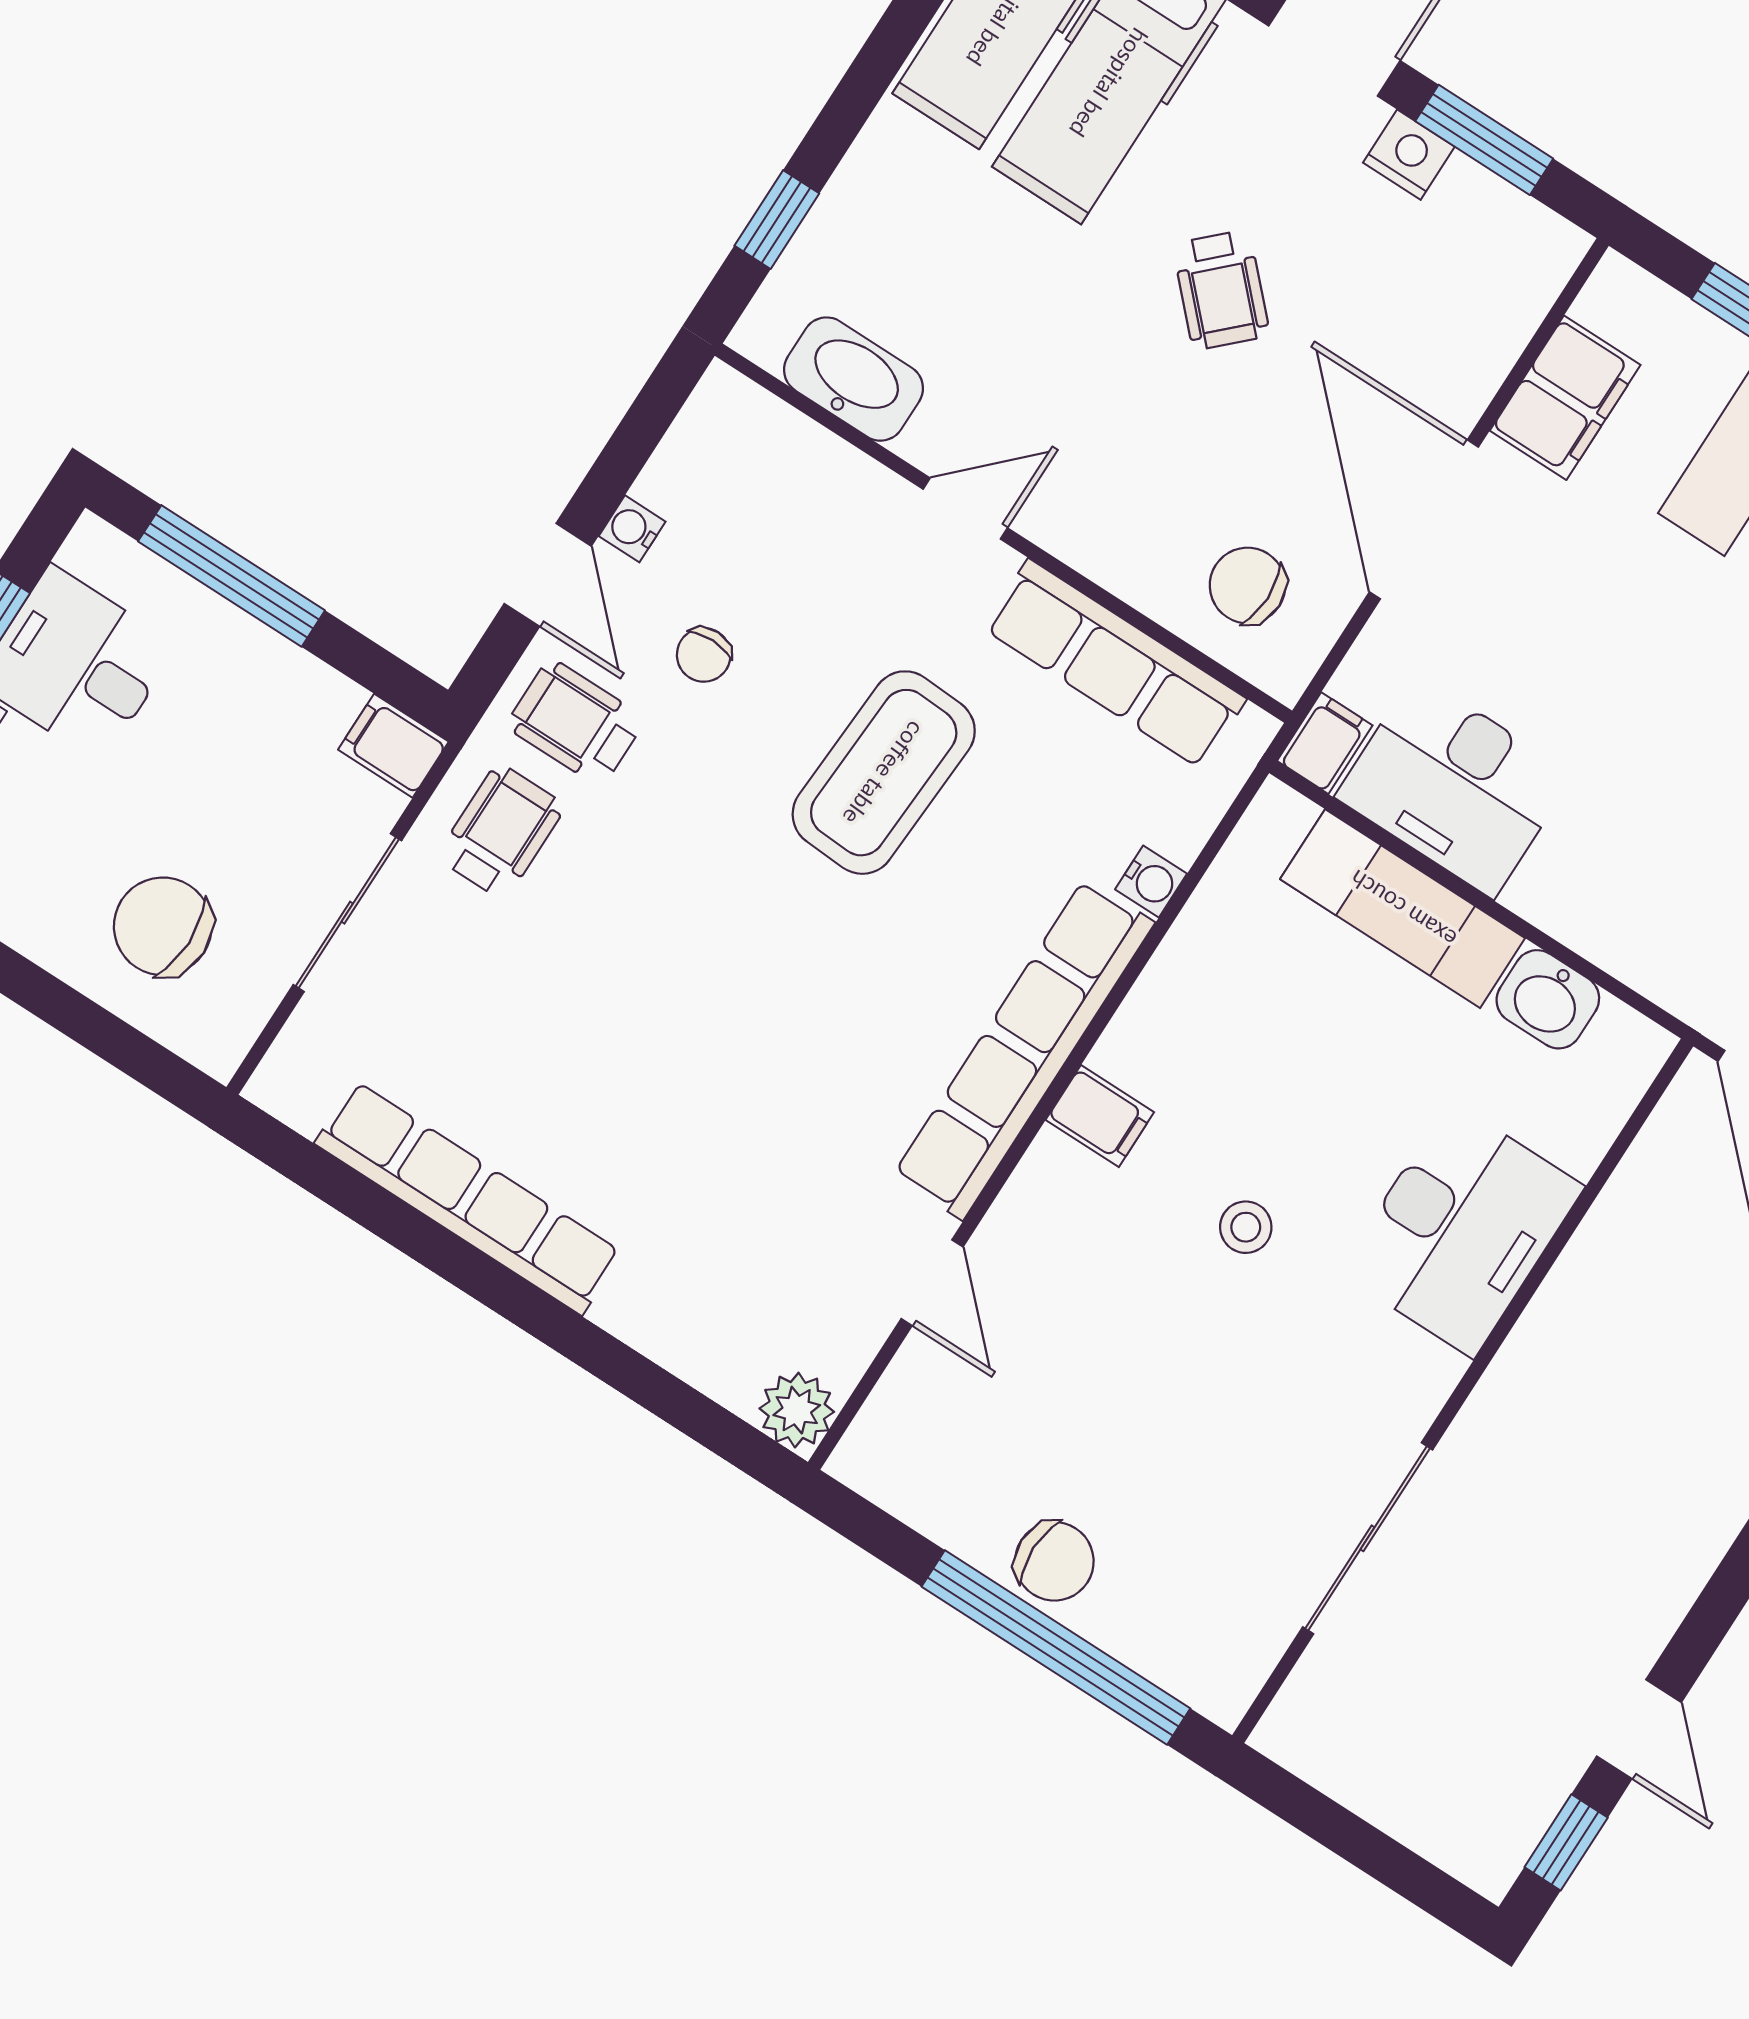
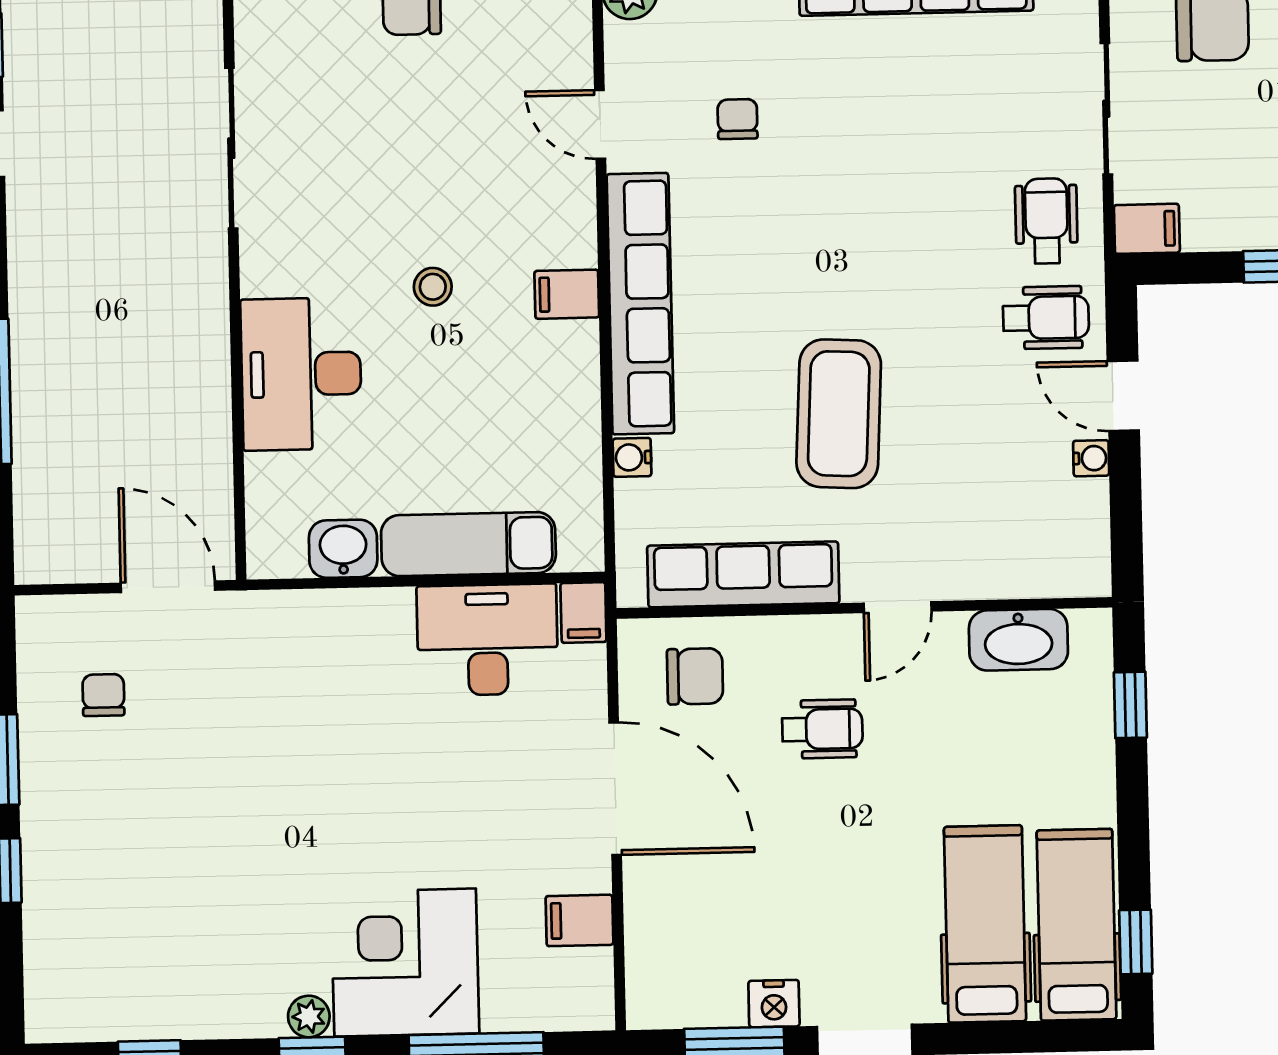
wheelchair: (1221, 290) -> (822, 729), moved, turned 134
filing cabinet: (1565, 398) -> (579, 920), width x0.50
chair: (704, 655) -> (737, 119), moved
wheelchair: (501, 832) -> (1046, 221), turned 180

